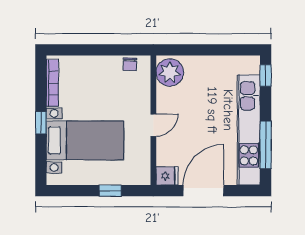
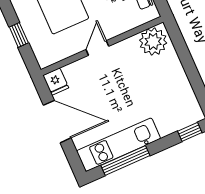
door: (153, 125) -> (97, 48), swing flipped
kitchen unit: (249, 130) -> (119, 145), width x0.73

